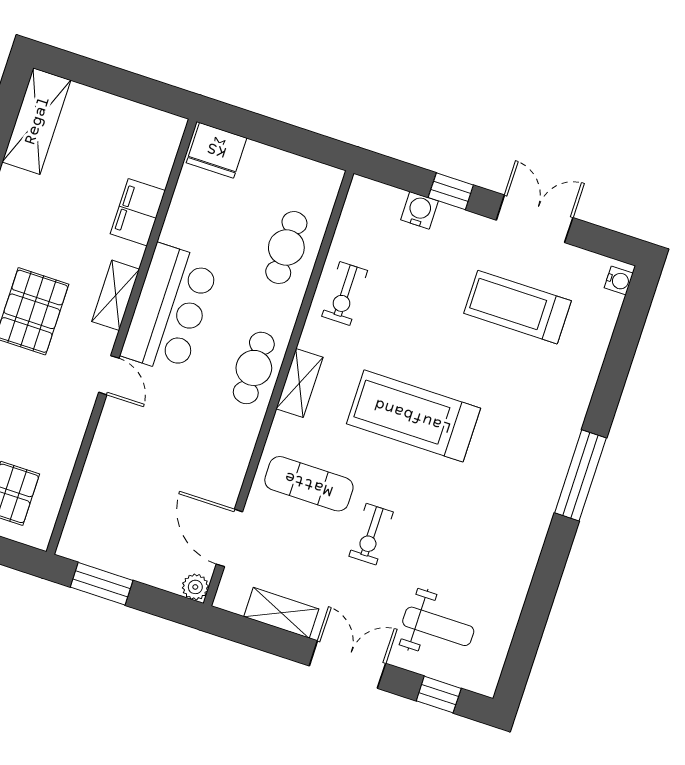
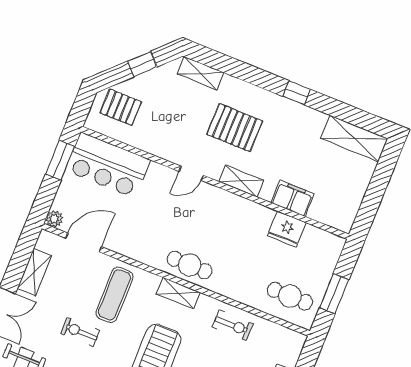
window: (284, 136) -> (334, 294), added
fridge: (217, 150) -> (287, 229), moved, turned -90
cafe table: (286, 248) -> (290, 296), moved
exercise bike: (345, 293) -> (233, 325), turned 180
bar counter: (170, 309) -> (108, 165), moved

